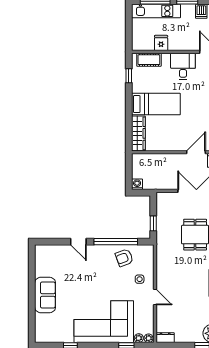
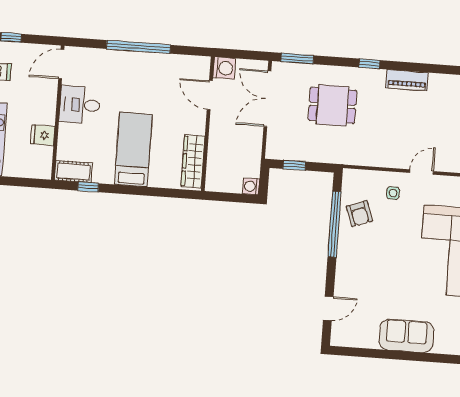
cot: (149, 60) -> (73, 172), moved, turned 90
wardrobe: (138, 133) -> (193, 161), moved, turned -90
window: (153, 223) -> (294, 165), moved
door: (78, 242) -> (328, 308), moved

